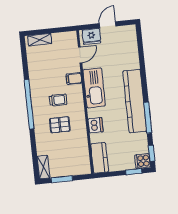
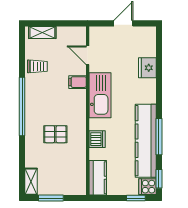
fridge: (91, 36) -> (147, 68), moved, turned 90
door: (80, 55) -> (88, 55), swing flipped
trolley: (58, 100) -> (37, 66), moved
kitchen counter: (135, 101) -> (146, 141), moved

